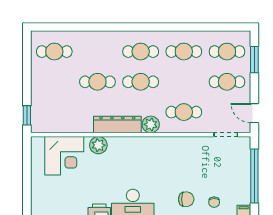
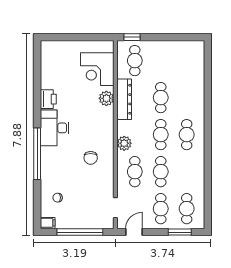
cafe table: (54, 52) -> (135, 61), moved
cafe table: (184, 52) -> (161, 172), moved
dresser: (117, 124) -> (124, 99), moved
chair: (186, 199) -> (91, 158), moved

